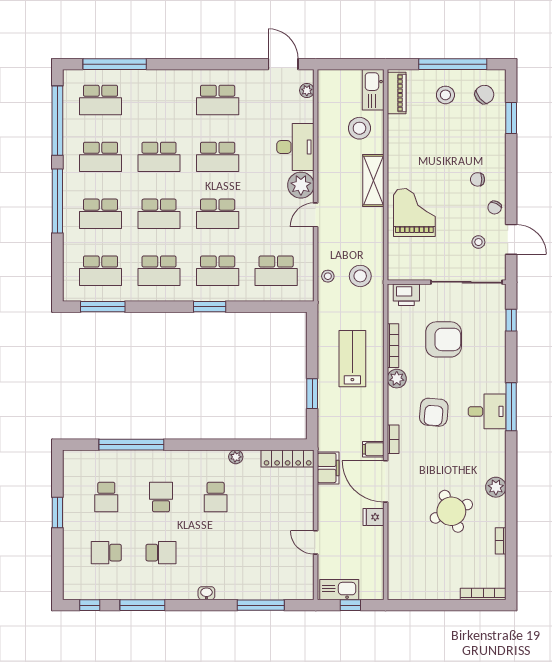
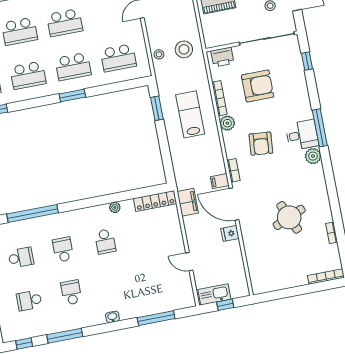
window: (312, 394) -> (157, 108), moved
plant: (496, 487) -> (313, 156), moved
school desk: (106, 497) -> (21, 258), turned -90
school desk: (161, 553) -> (71, 292), turned -90

